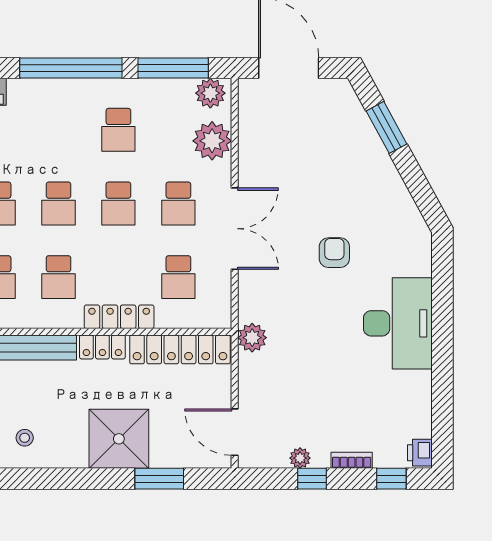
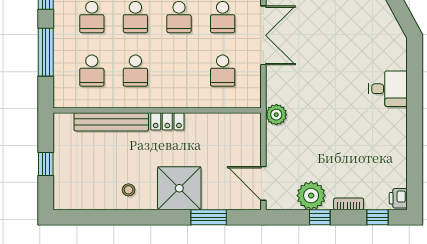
armchair: (334, 253) -> (336, 53), removed
locker: (119, 317) -> (179, 99), removed
desk: (398, 323) -> (388, 89), width x0.53, depth x0.77
locker: (180, 349) -> (224, 123), removed
stool: (25, 438) -> (129, 190), moved
plant: (300, 458) -> (311, 196), width x1.87, depth x1.87

